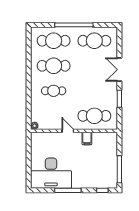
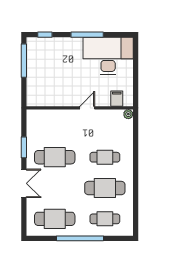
cafe table: (54, 41) -> (105, 219), width x0.73, depth x0.74
cafe table: (94, 116) -> (55, 157), moved
door: (68, 131) -> (87, 108), swing flipped
filing cabinet: (87, 138) -> (117, 99), moved

